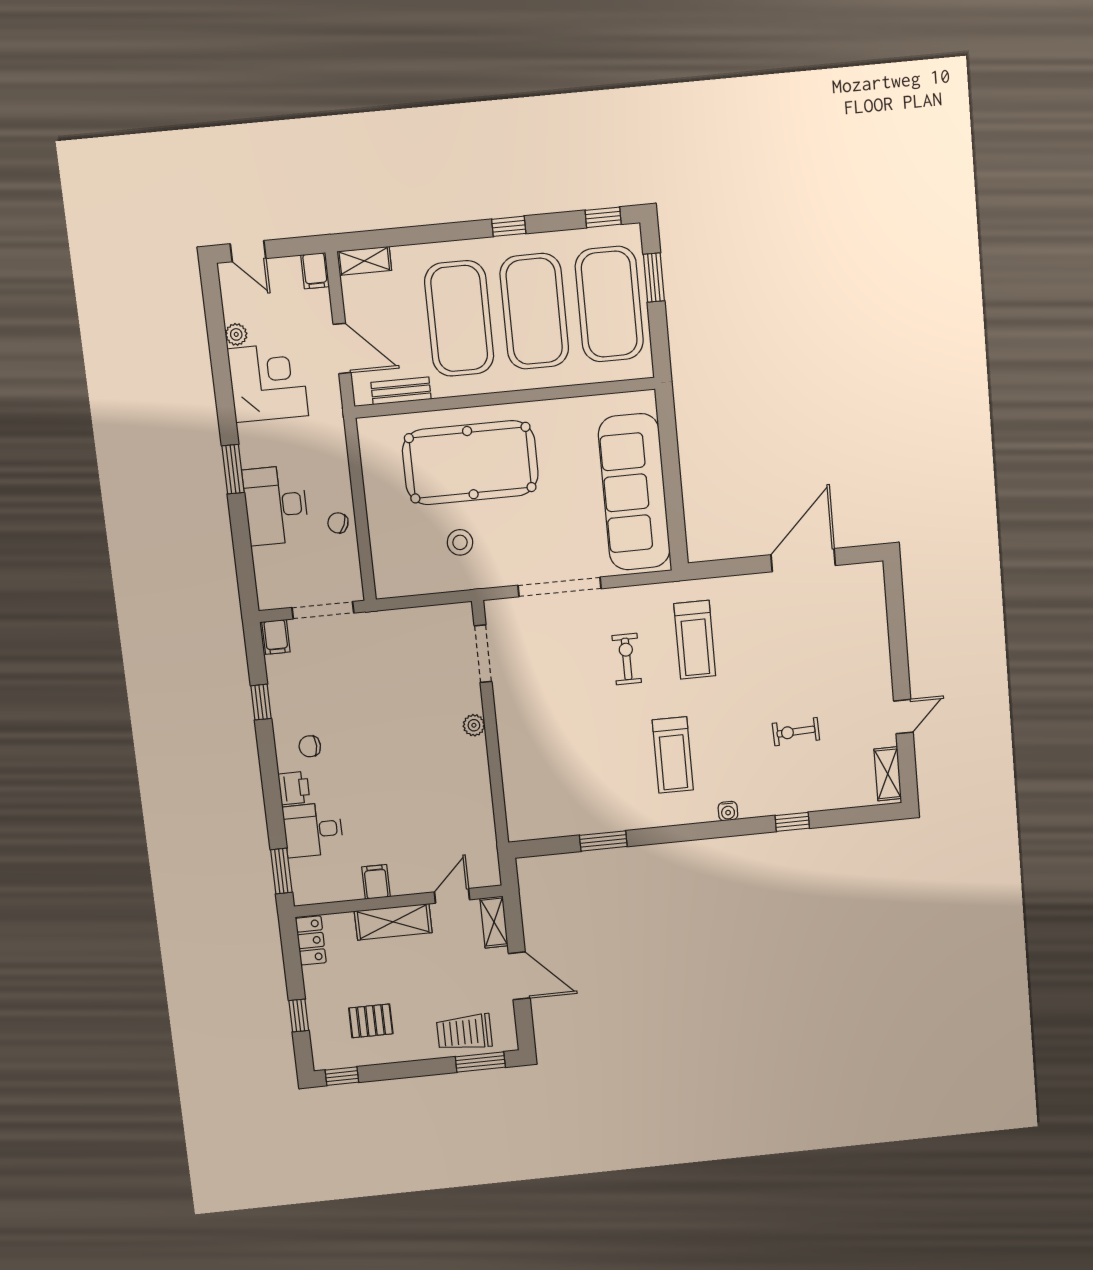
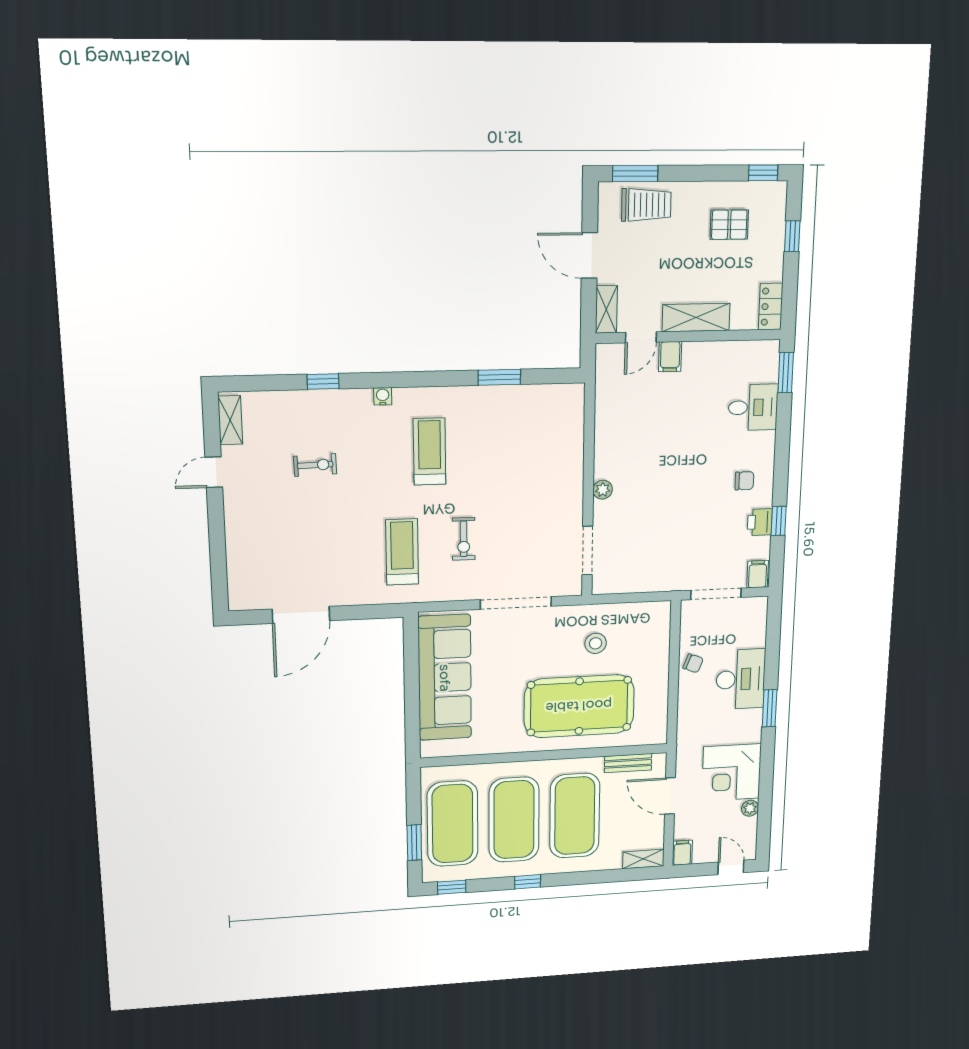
printer: (294, 788) -> (760, 522), moved
filing cabinet: (376, 882) -> (670, 357), moved

